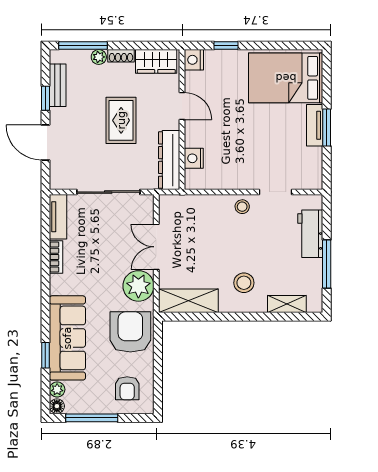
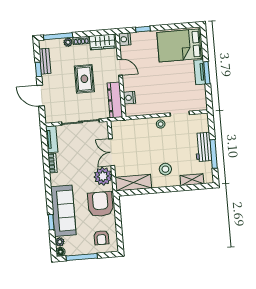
workbench: (310, 234) -> (203, 147), moved

